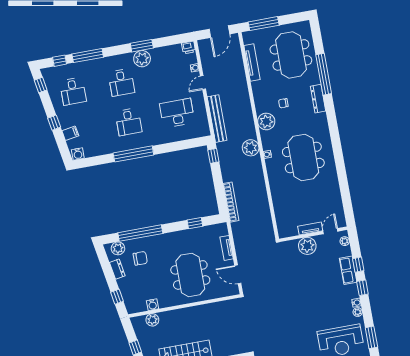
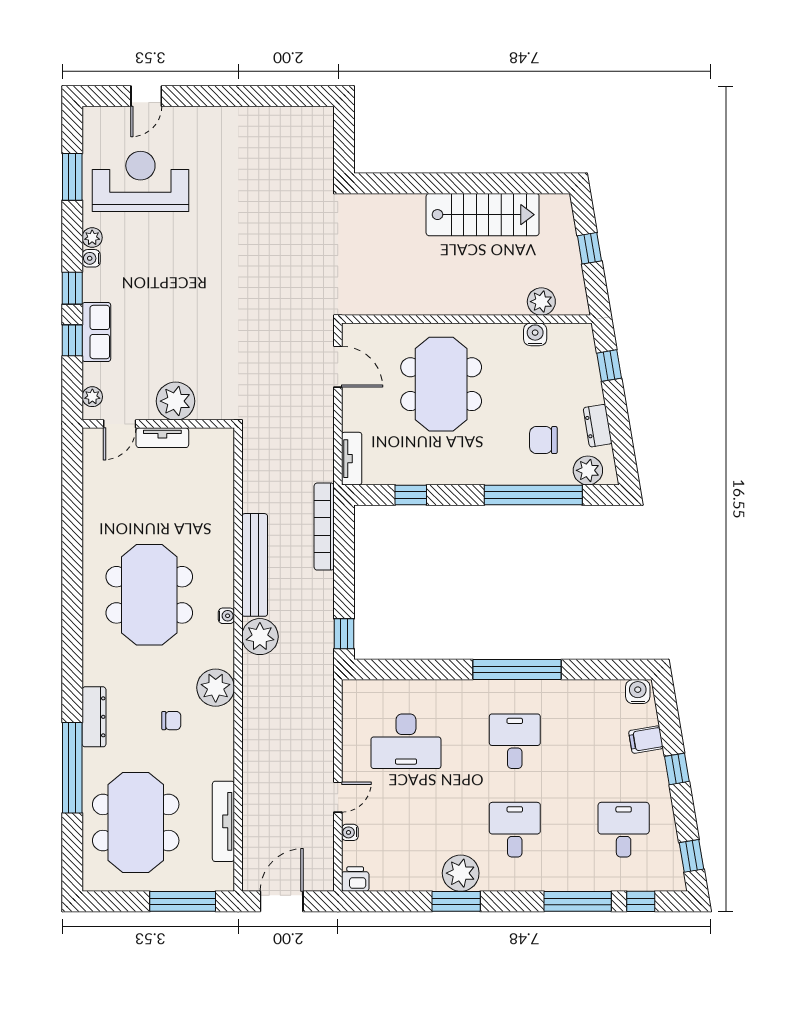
bench: (217, 119) -> (255, 565), moved
tv unit: (227, 248) -> (352, 459), moved

